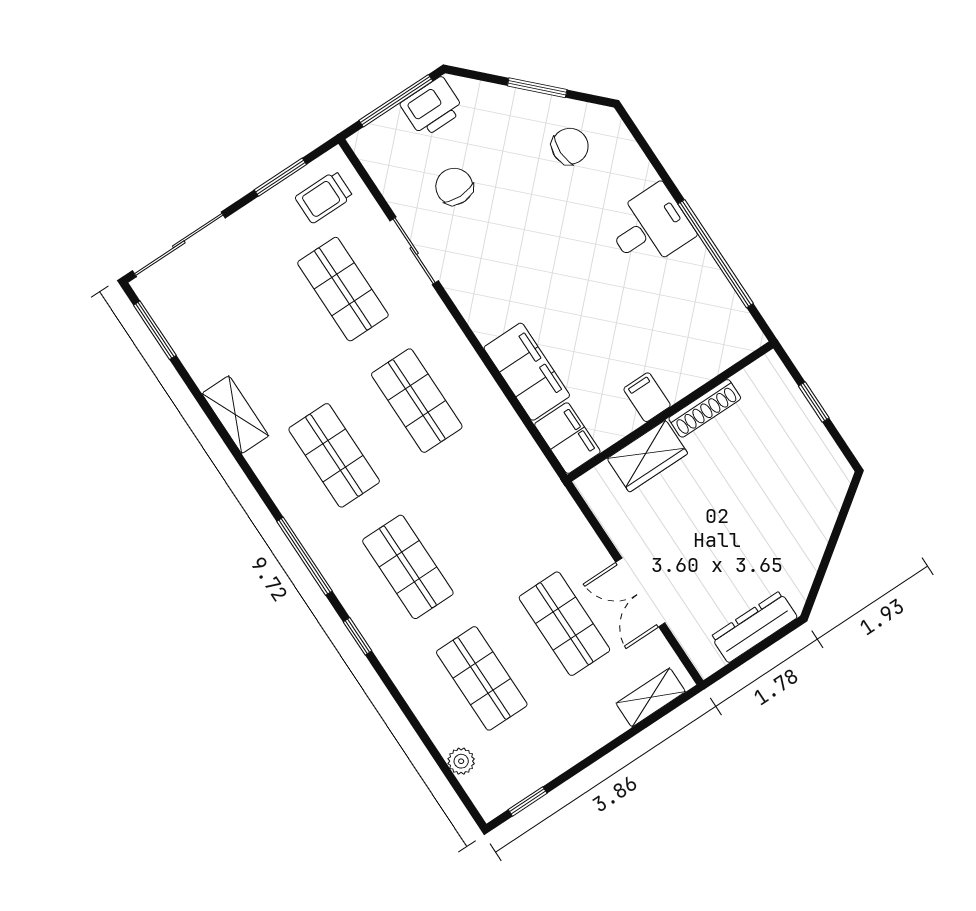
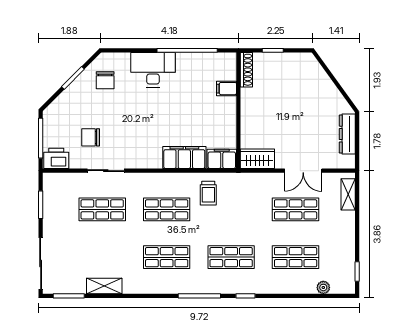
printer: (432, 107) -> (56, 158), moved, turned -90
chair: (570, 146) -> (105, 80), turned 180
trolley: (324, 197) -> (208, 193), moved
desk: (650, 227) -> (153, 70), width x1.37
filing cabinet: (647, 397) -> (227, 89), moved
shoe rack: (705, 408) -> (246, 70), moved
shelving: (235, 415) -> (104, 286), moved
wardrobe: (647, 456) -> (257, 159), moved, turned -90

